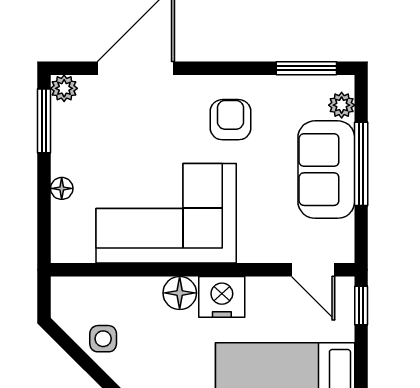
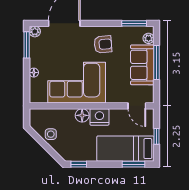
armchair: (230, 120) -> (103, 44), turned 85
window: (361, 305) -> (157, 136), moved

